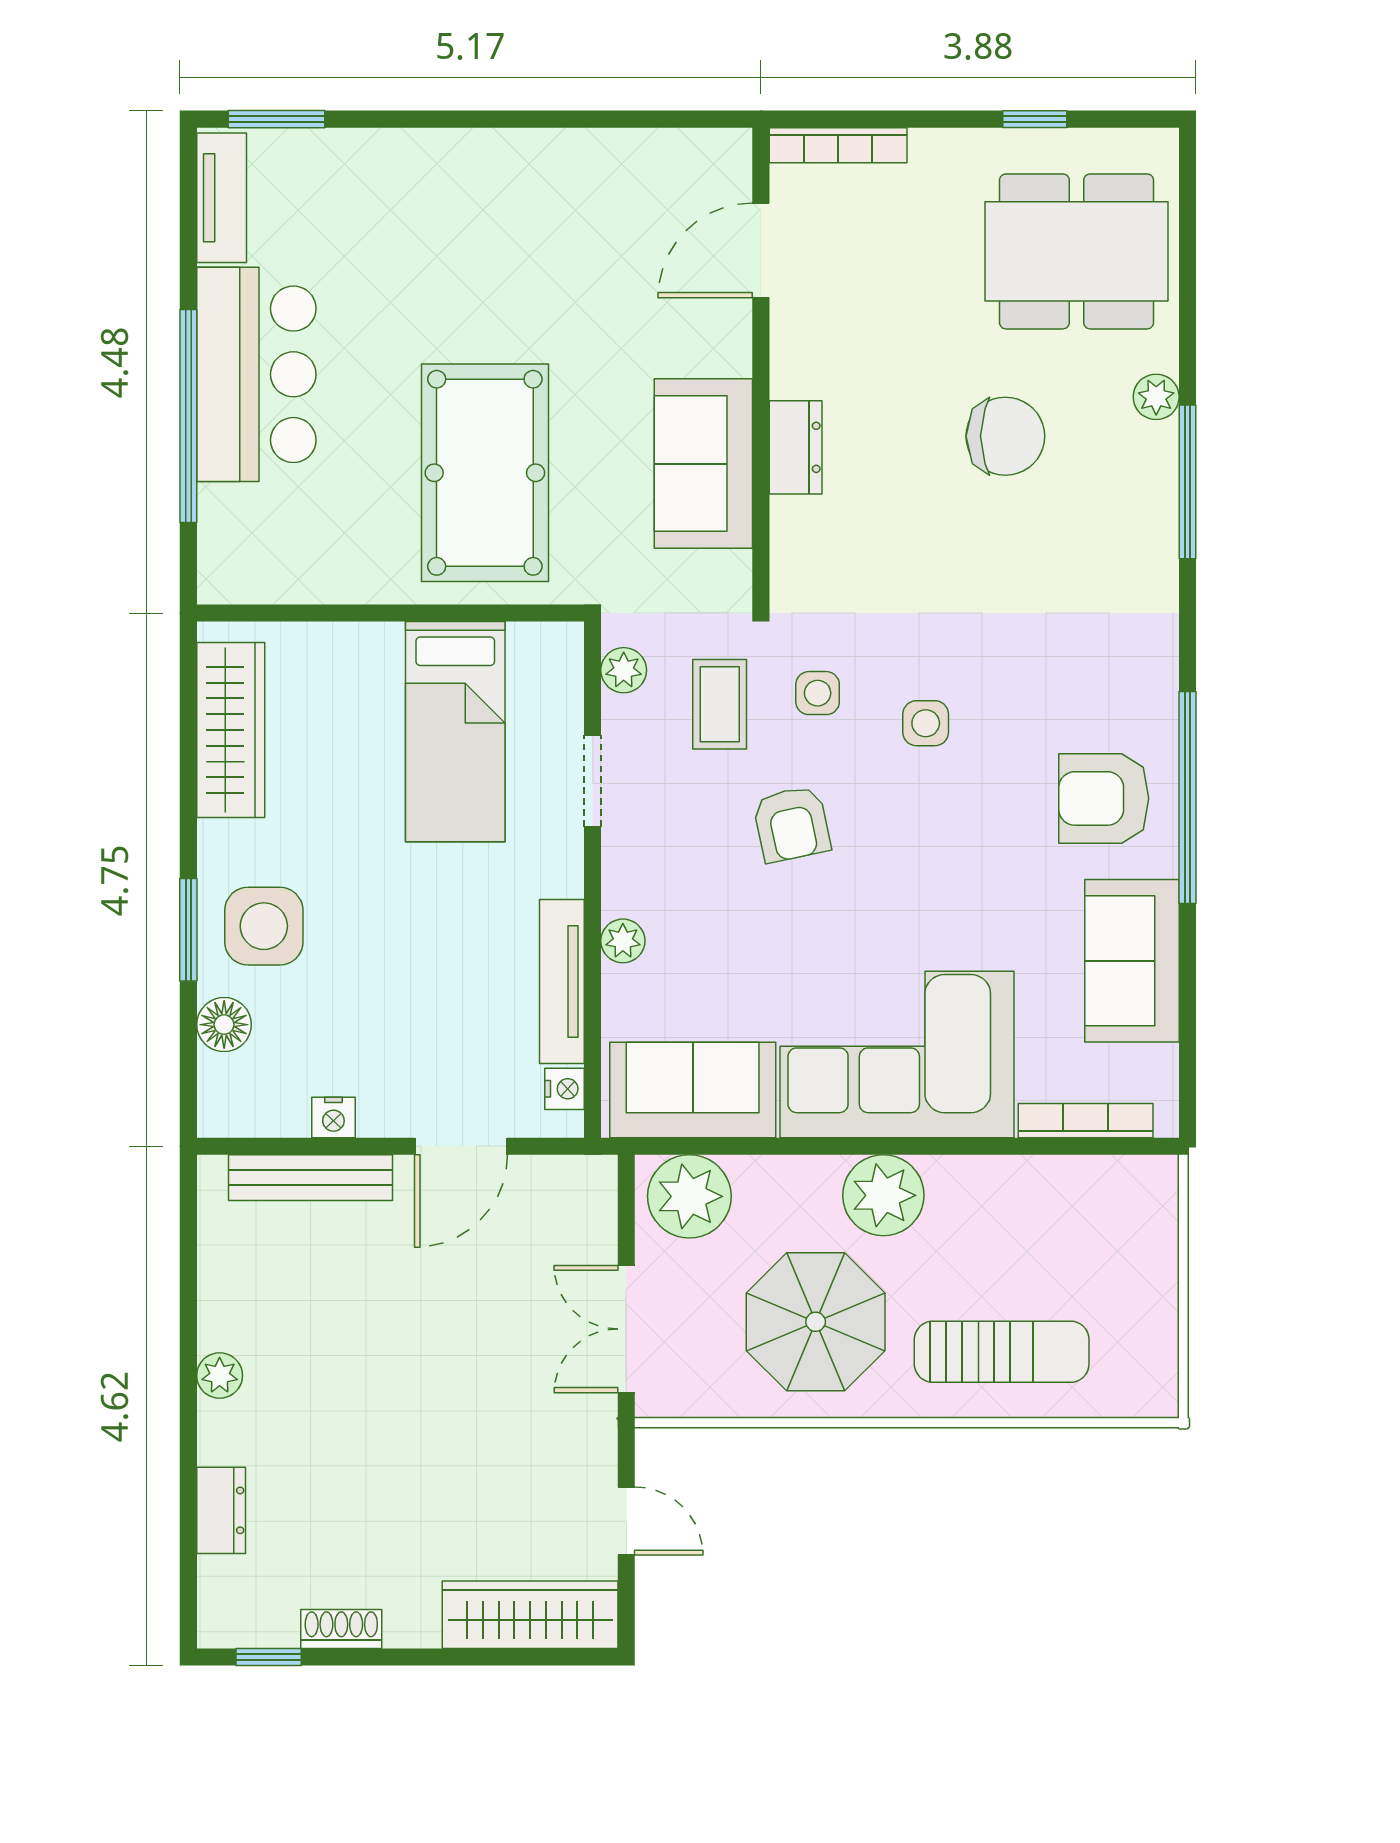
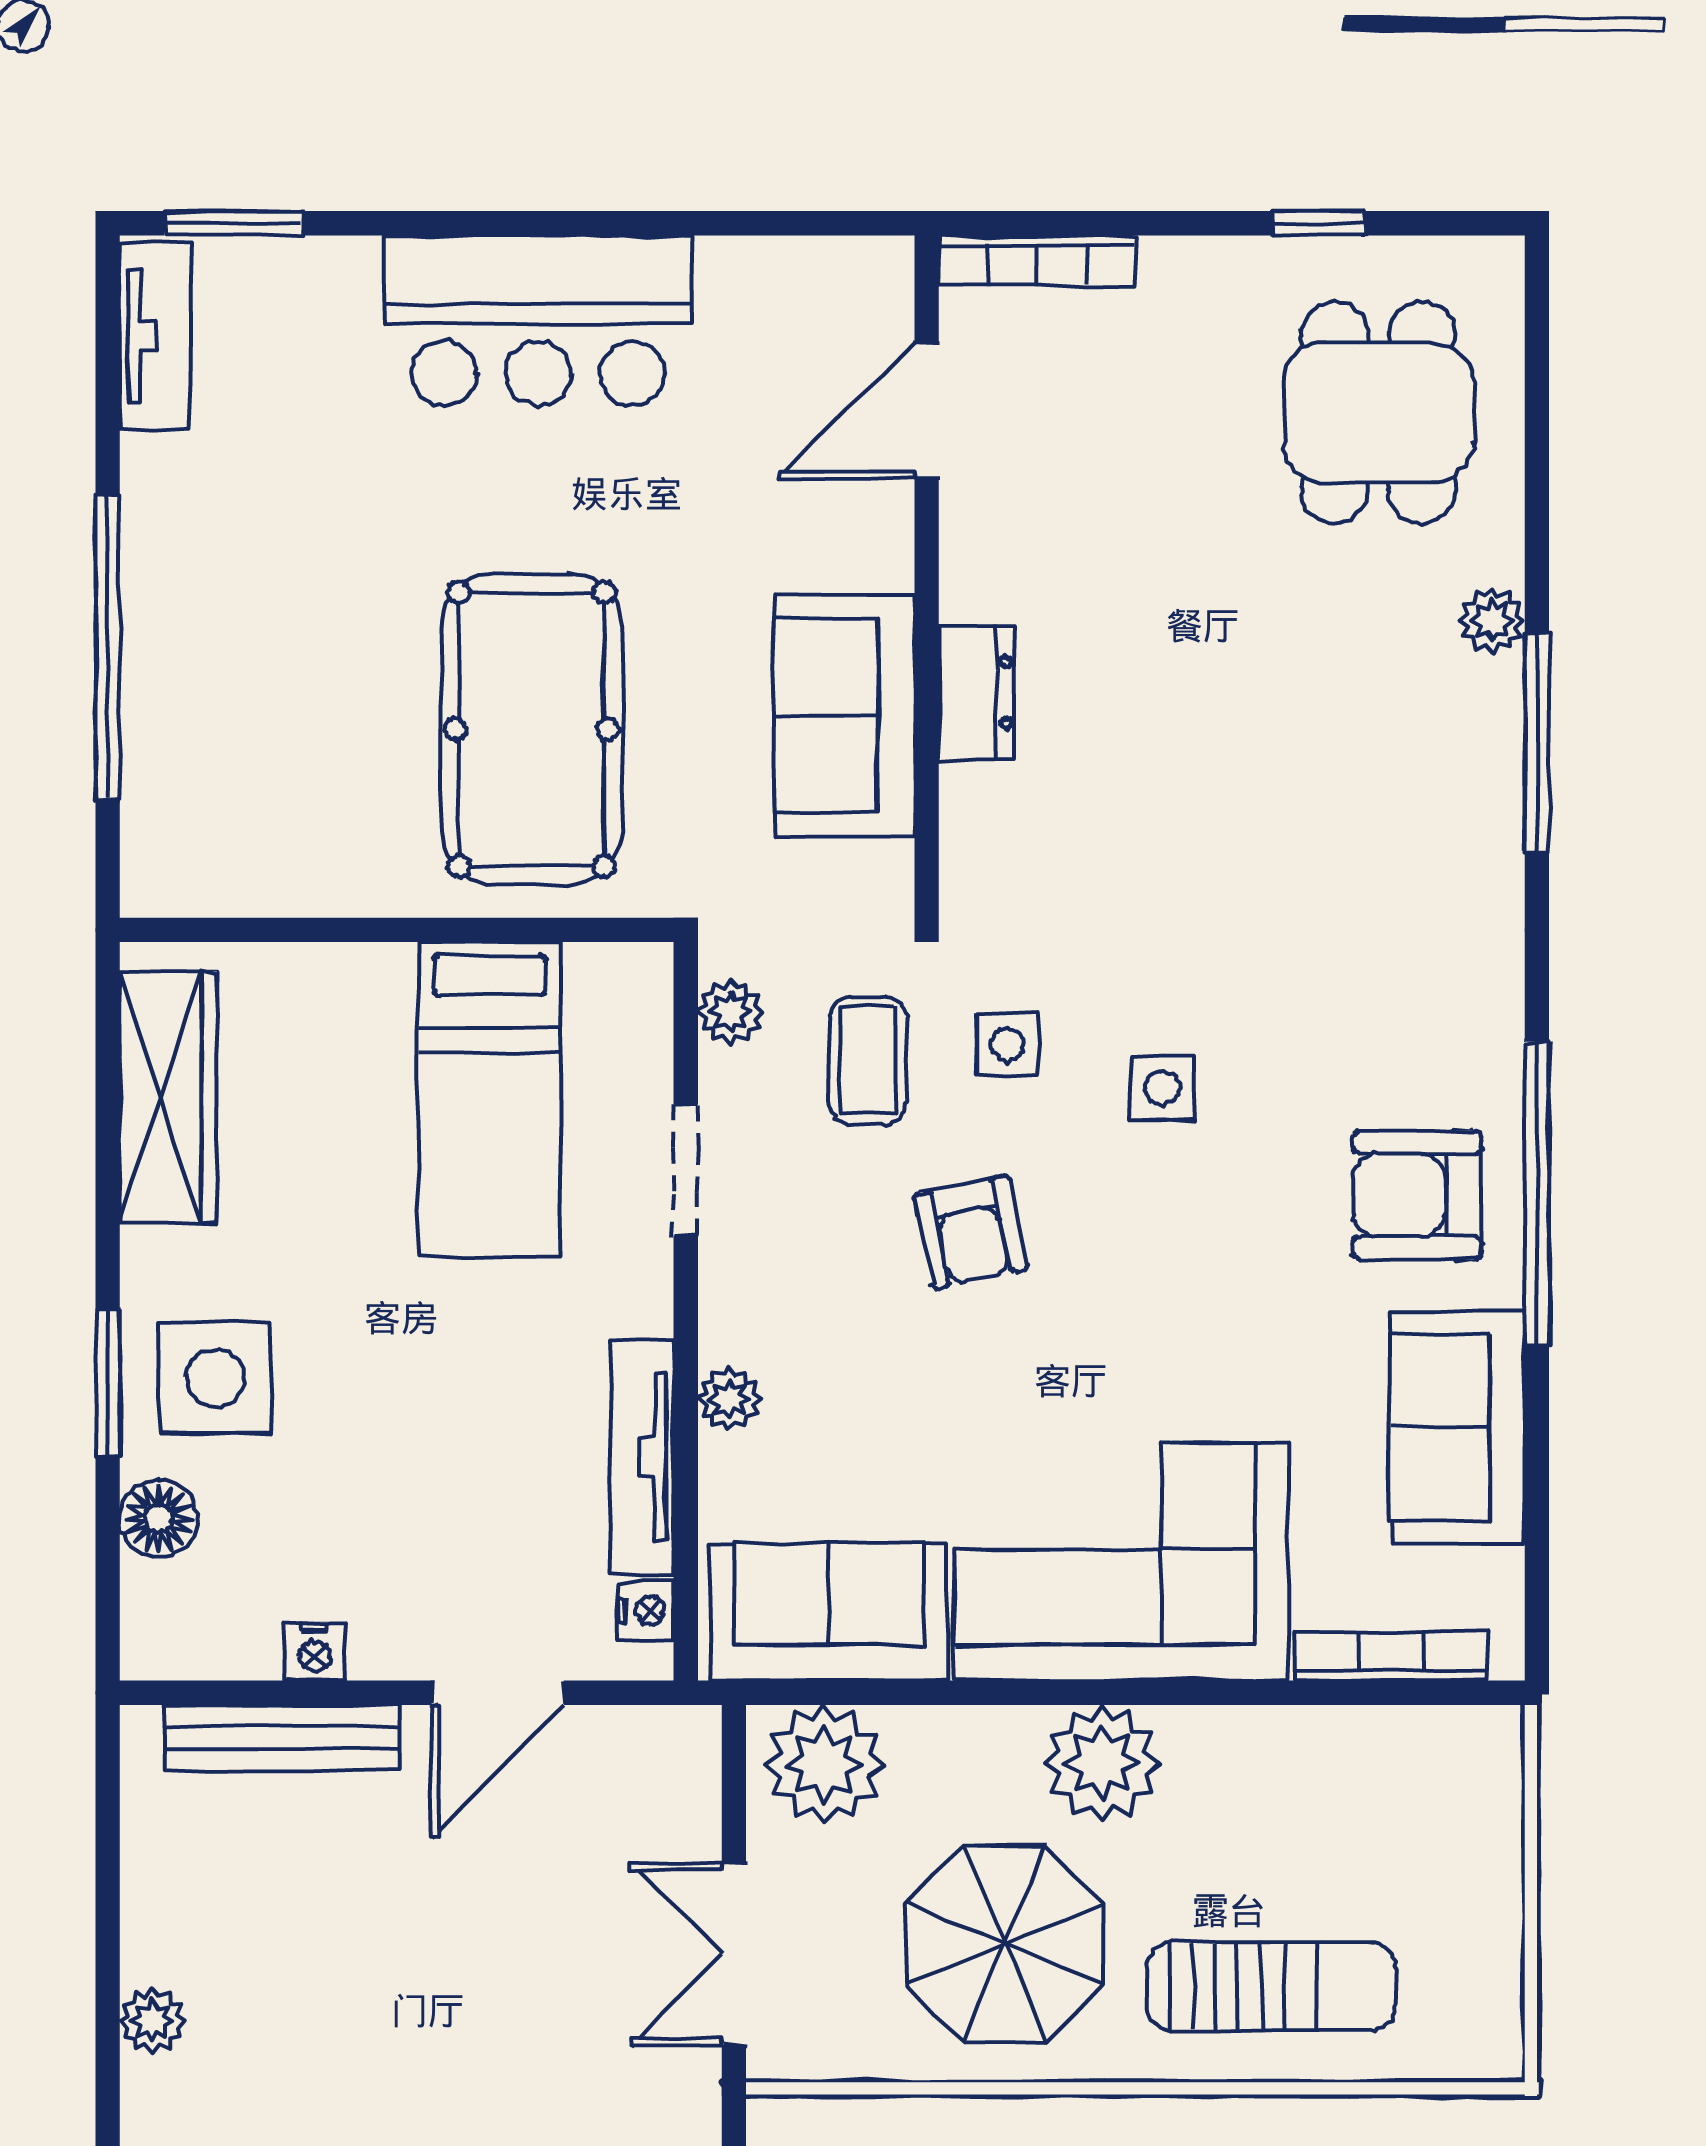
dining table: (1076, 251) -> (1378, 412), width x0.73
bar counter: (256, 374) -> (538, 320), moved, turned 90
chair: (1005, 436) -> (1276, 677), removed

